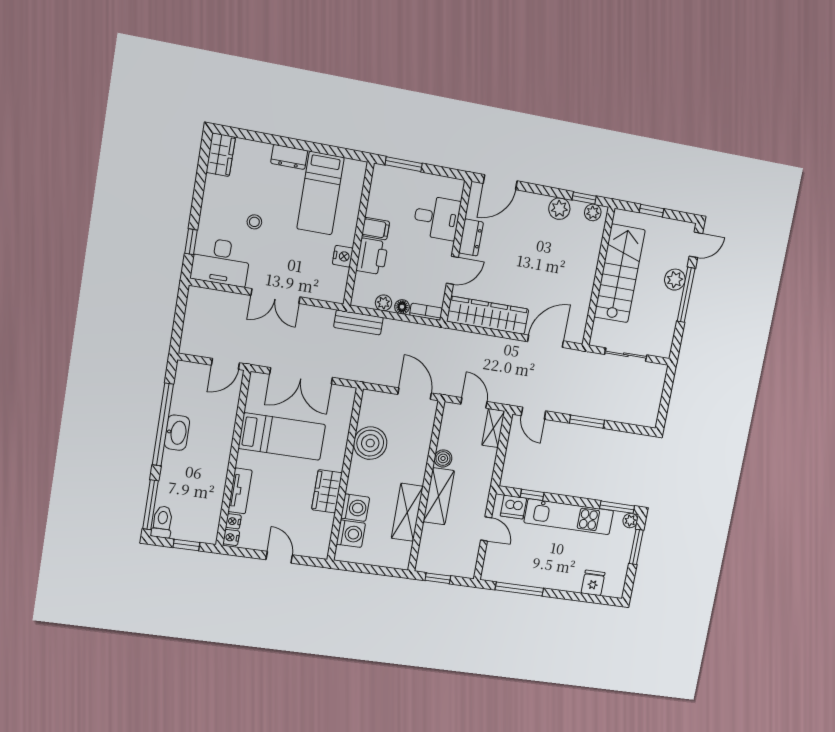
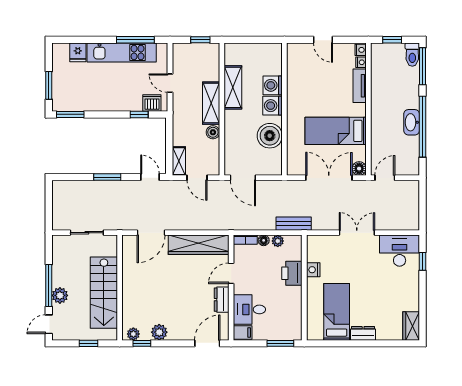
stool: (254, 222) -> (380, 283), removed
filing cabinet: (376, 229) -> (243, 333), moved, turned 180
floor lamp: (258, 382) -> (359, 169), added
wardrobe: (327, 491) -> (296, 95), removed
kitchen unit: (569, 517) -> (122, 53), moved, turned 180
plant: (630, 521) -> (58, 106), removed
washing machine: (351, 534) -> (273, 106), moved

